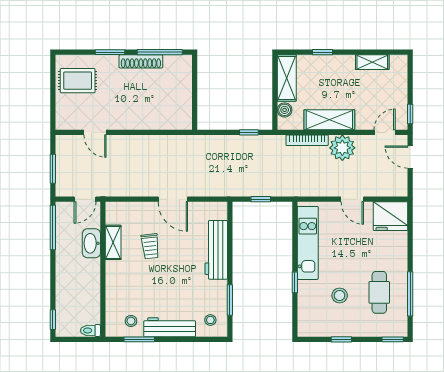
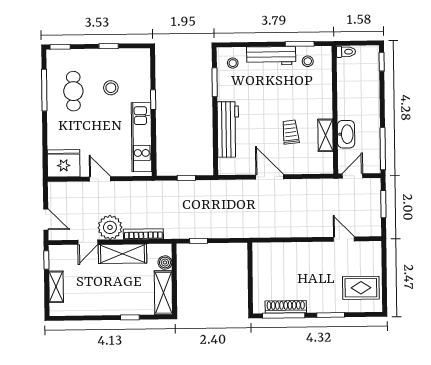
shoe rack: (141, 61) -> (286, 307), moved
shelving: (372, 62) -> (56, 287), moved, turned 90
door: (385, 132) -> (88, 242), moved

